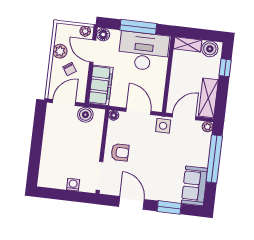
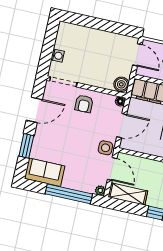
boiler: (85, 115) -> (121, 84), moved

